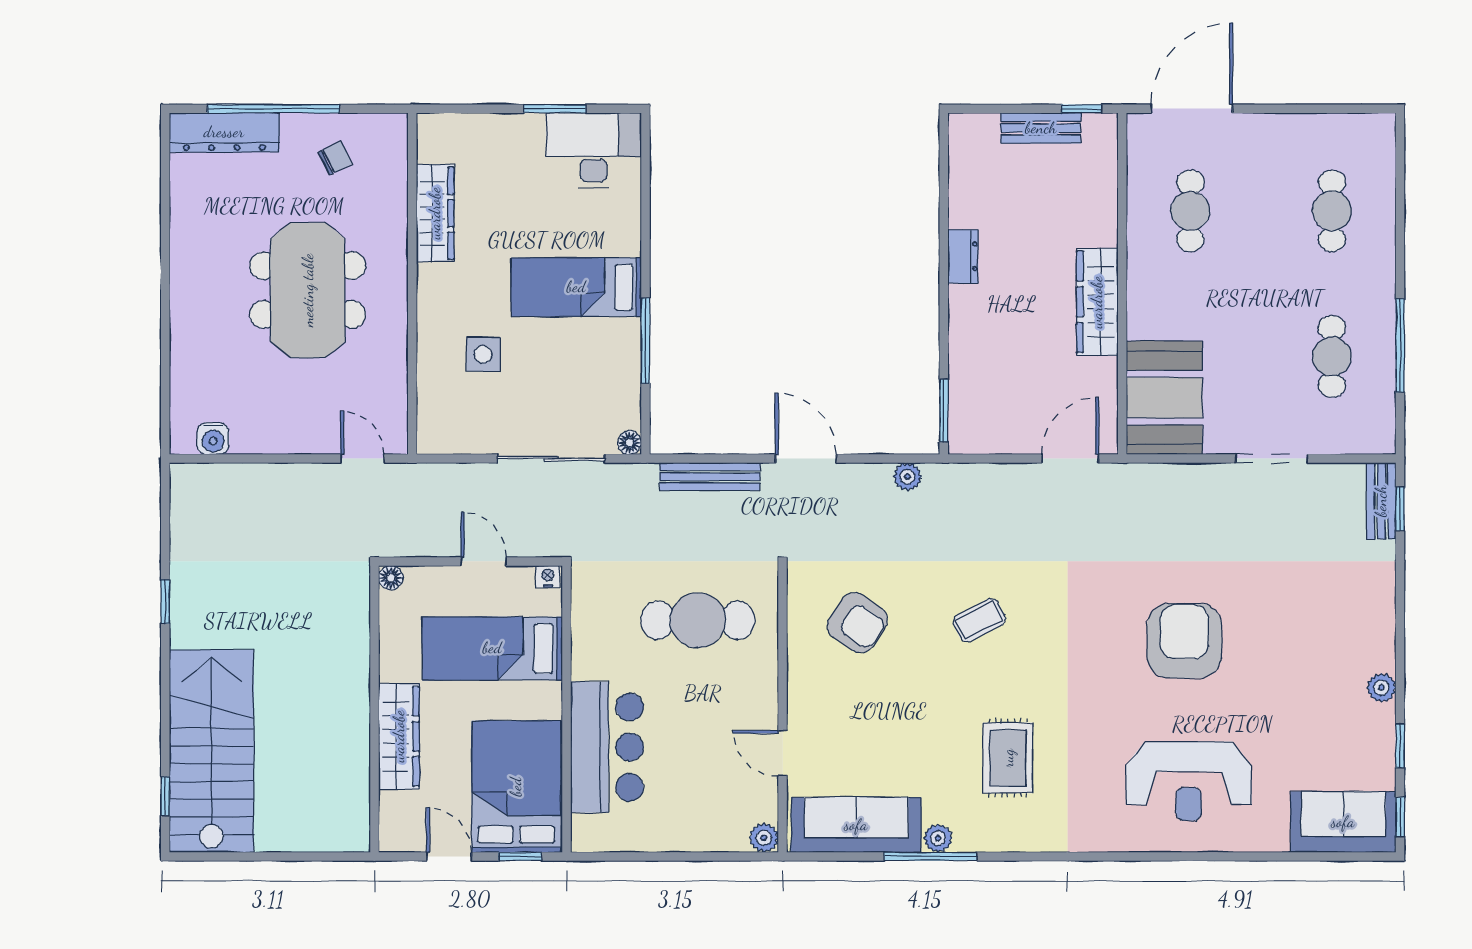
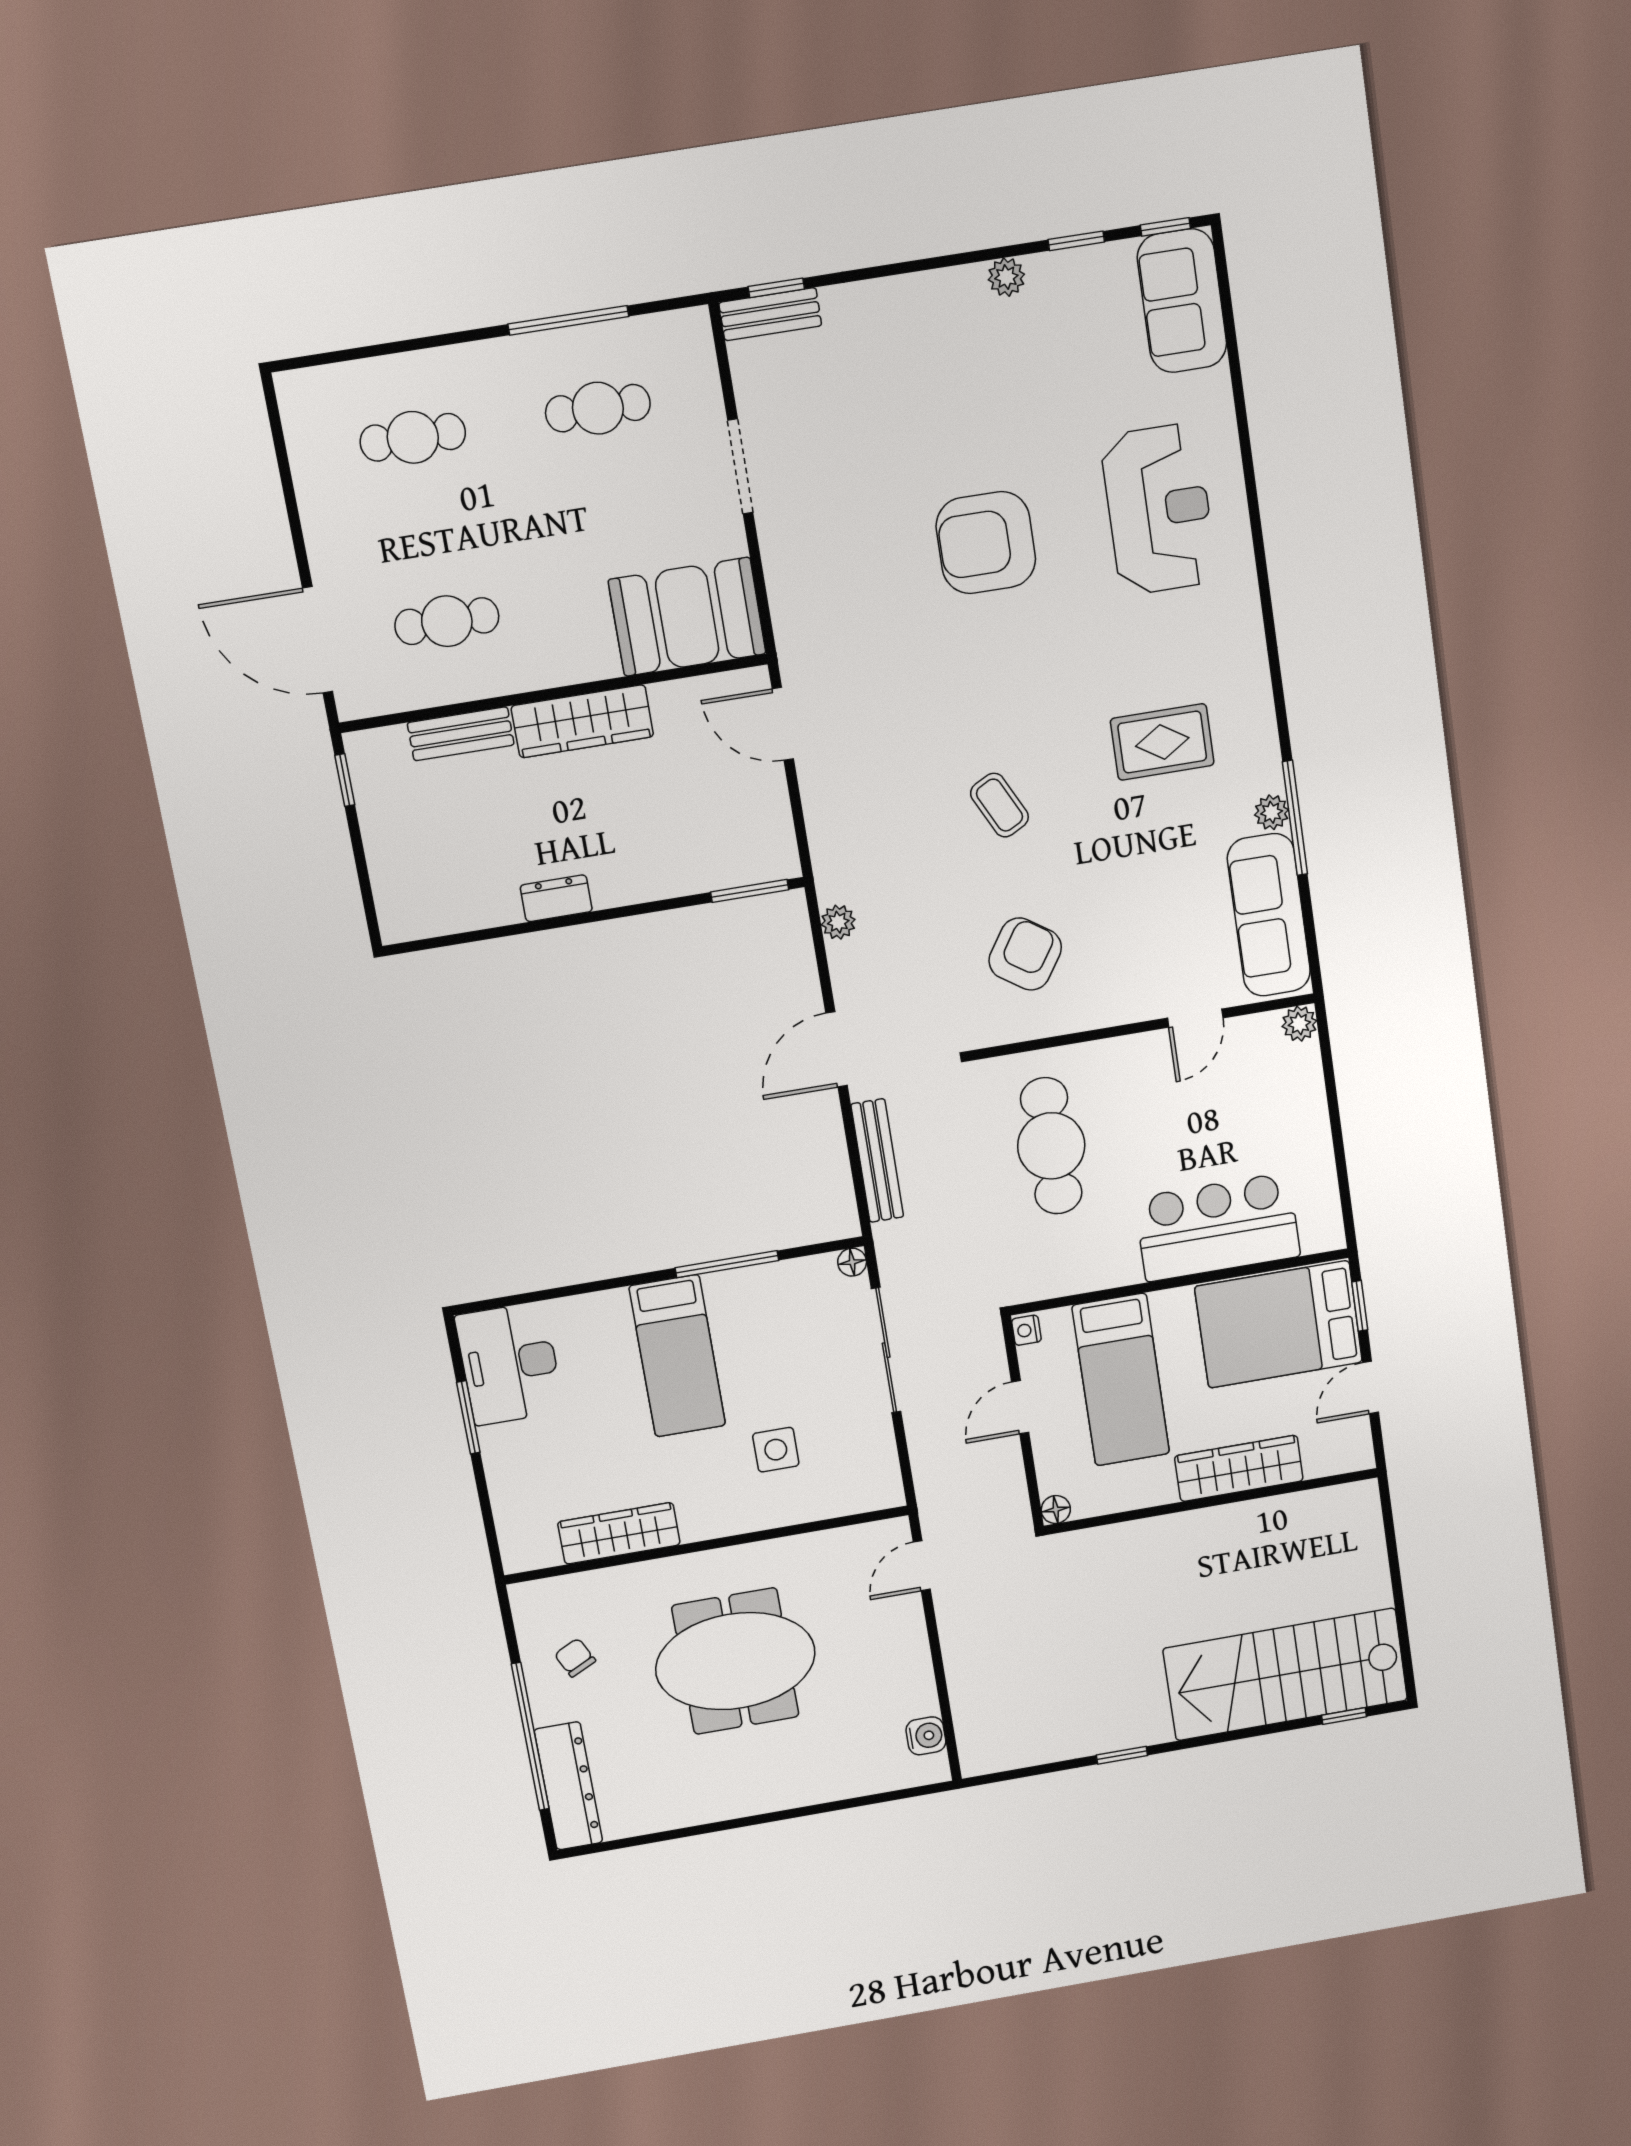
bench: (1041, 128) -> (461, 734), moved, turned 90

